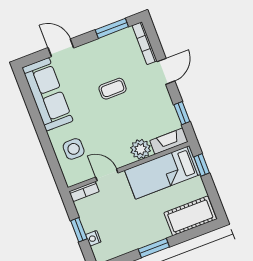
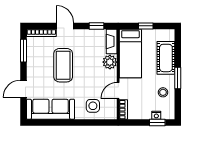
coffee table: (113, 89) -> (63, 65), width x1.86, depth x1.72
window: (202, 165) -> (146, 26), moved
cot: (190, 216) -> (166, 58), moved
window: (79, 230) -> (157, 123), moved
stool: (127, 235) -> (163, 92), added

